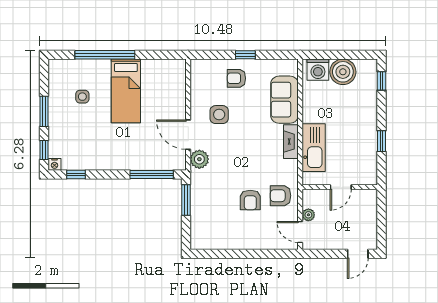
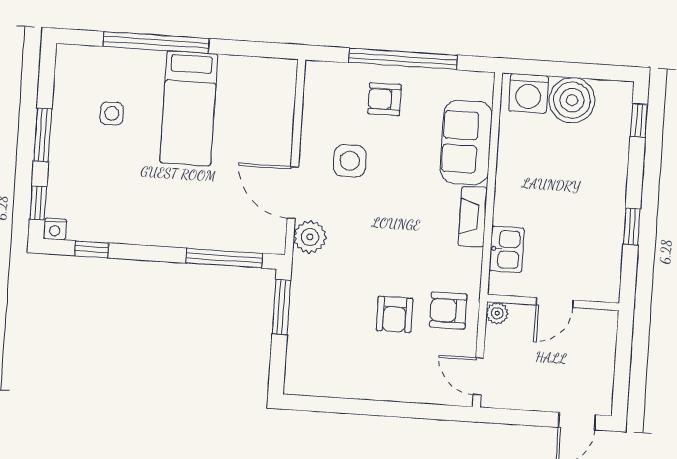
window: (245, 55) -> (403, 59), width x3.17
kitchen sink: (314, 148) -> (507, 249), width x0.53, depth x0.81
plant: (308, 215) -> (497, 313), moved

